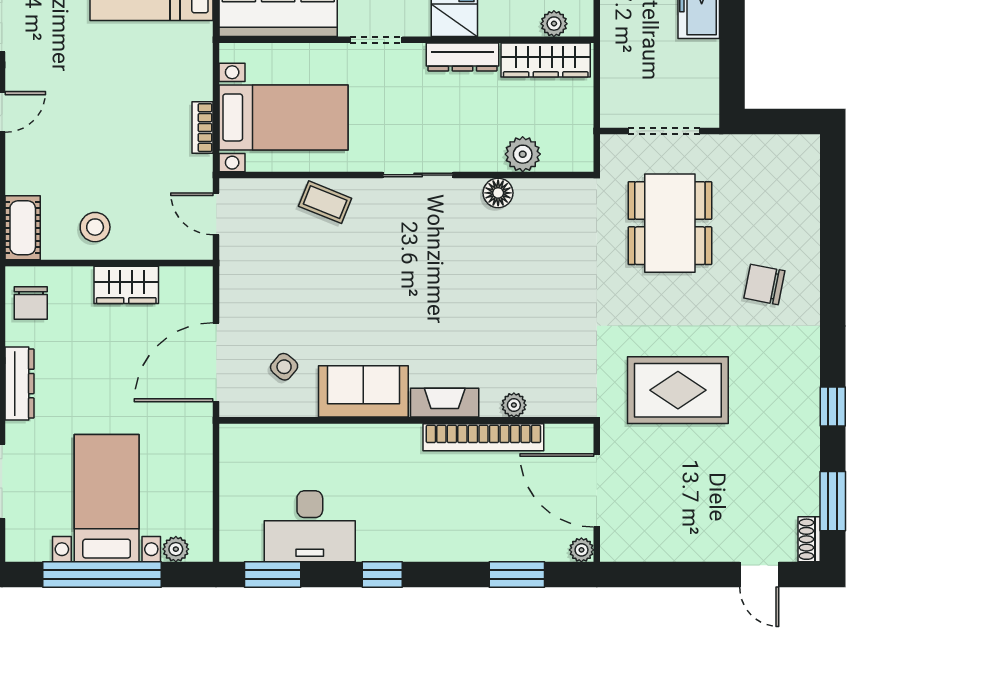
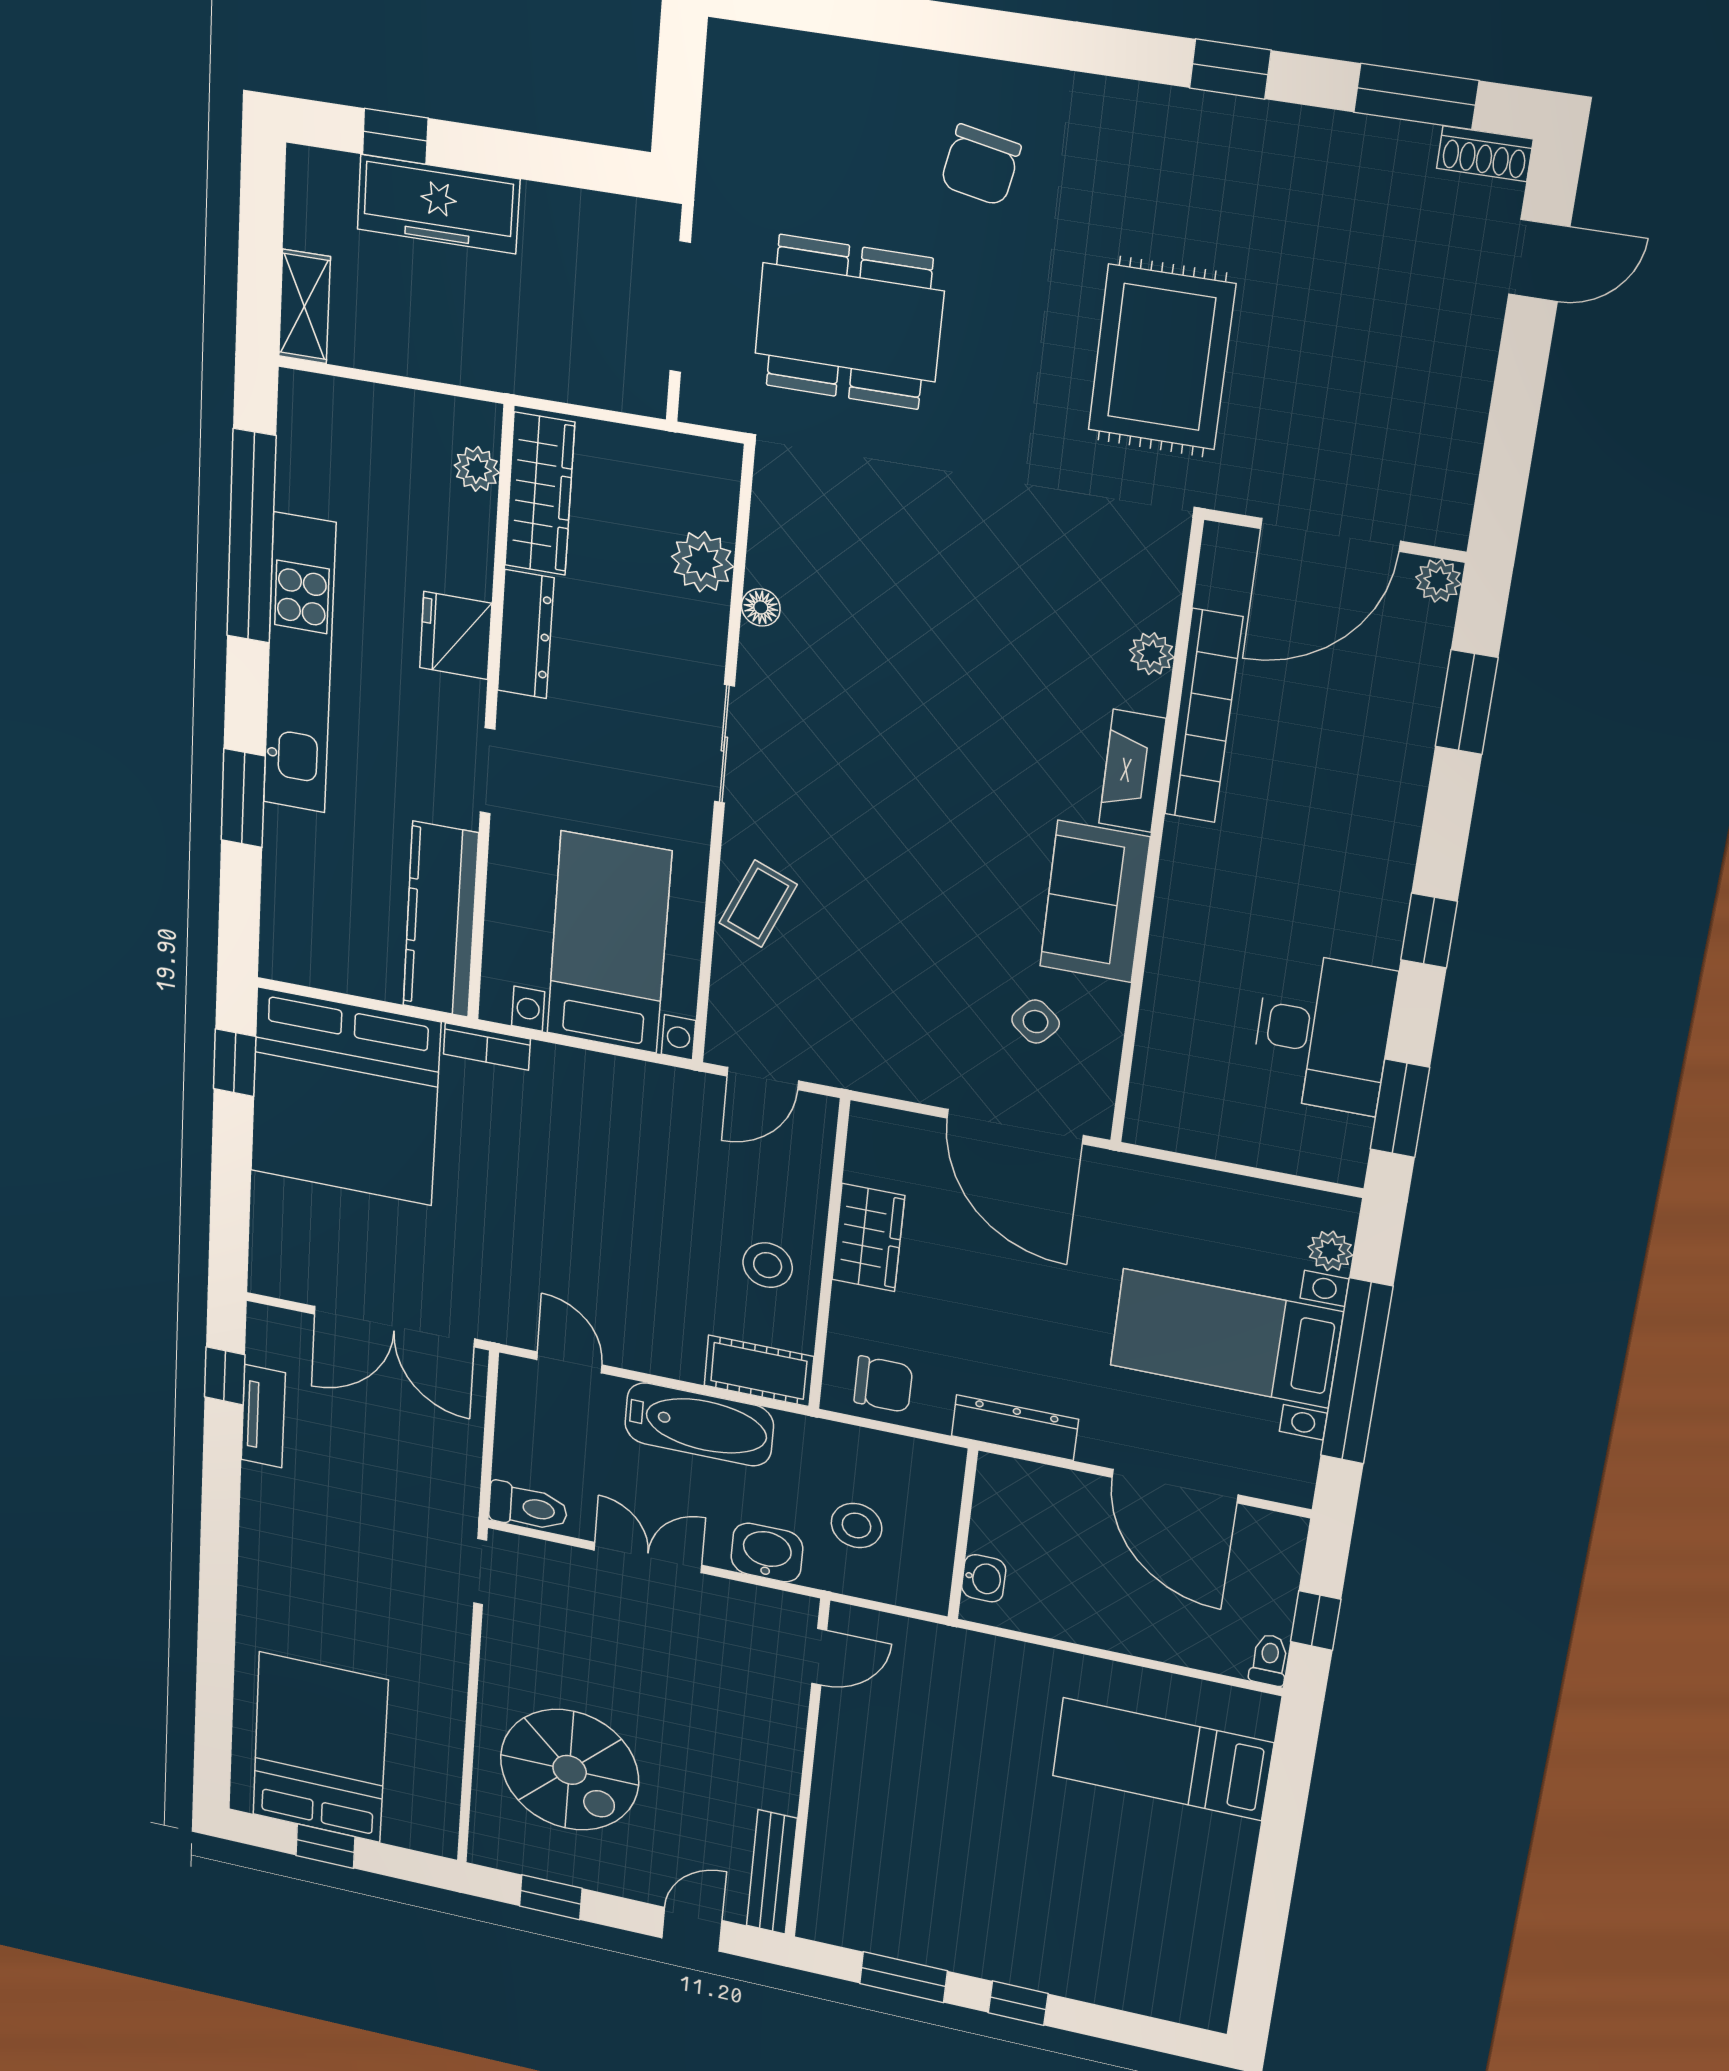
bookcase: (203, 128) -> (487, 1047), moved
floor lamp: (498, 193) -> (761, 607), width x0.73, depth x0.73

